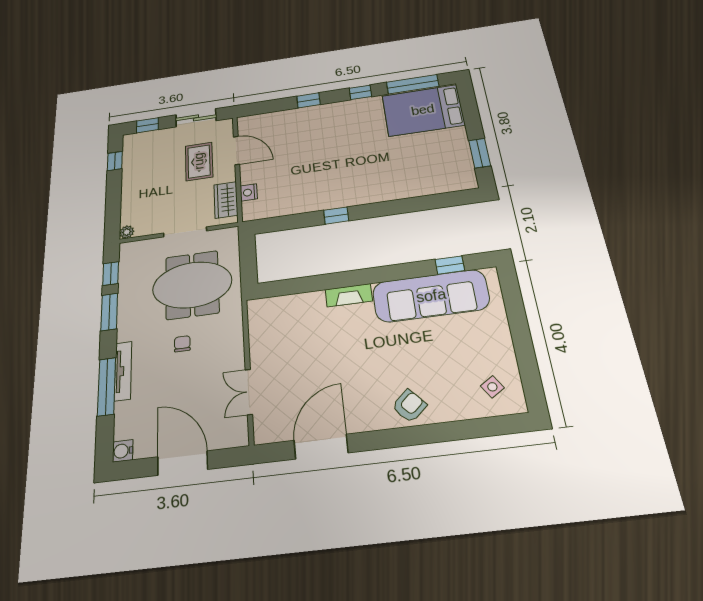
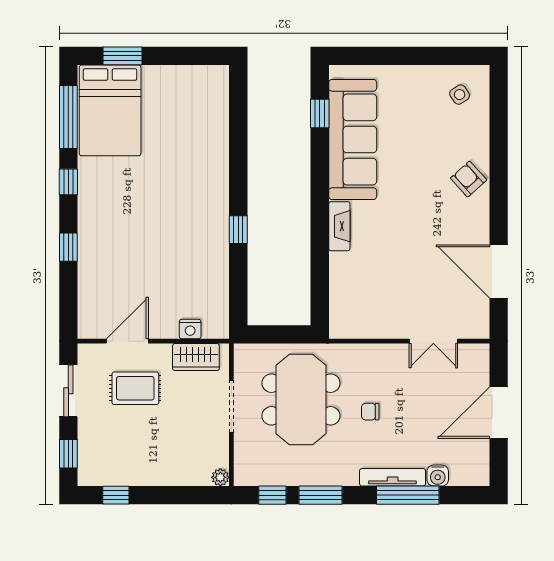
window: (480, 153) -> (123, 56), moved
water cooler: (123, 451) -> (438, 476), moved

